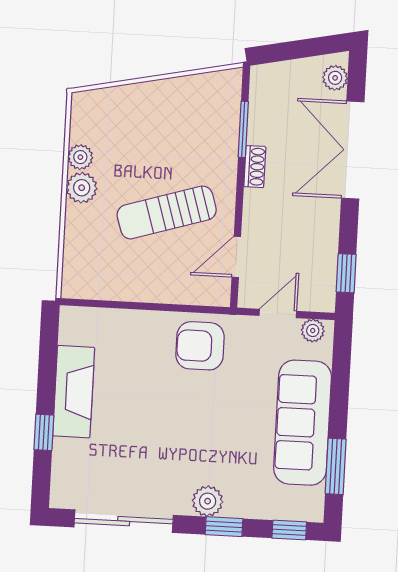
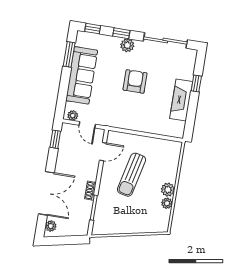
sun lounger: (167, 212) -> (132, 175), turned 120
door: (278, 313) -> (87, 125), hinge flipped
armchair: (200, 346) -> (135, 81), moved, turned -90

